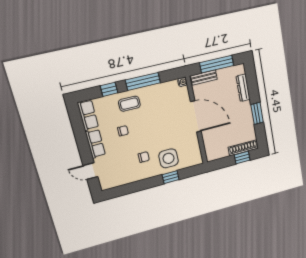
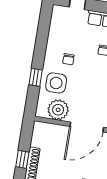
plant: (191, 147) -> (58, 110), added

